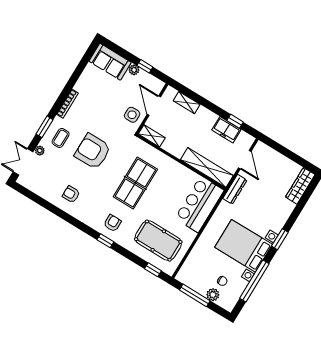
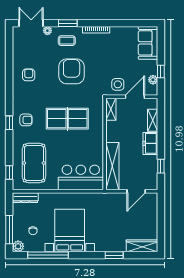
plant: (134, 70) -> (153, 80), moved
freezer: (226, 130) -> (150, 143), moved
dresser: (235, 189) -> (25, 198), moved
window: (280, 239) -> (114, 255), moved
window: (195, 295) -> (9, 230), moved
plant: (213, 295) -> (18, 246), moved

